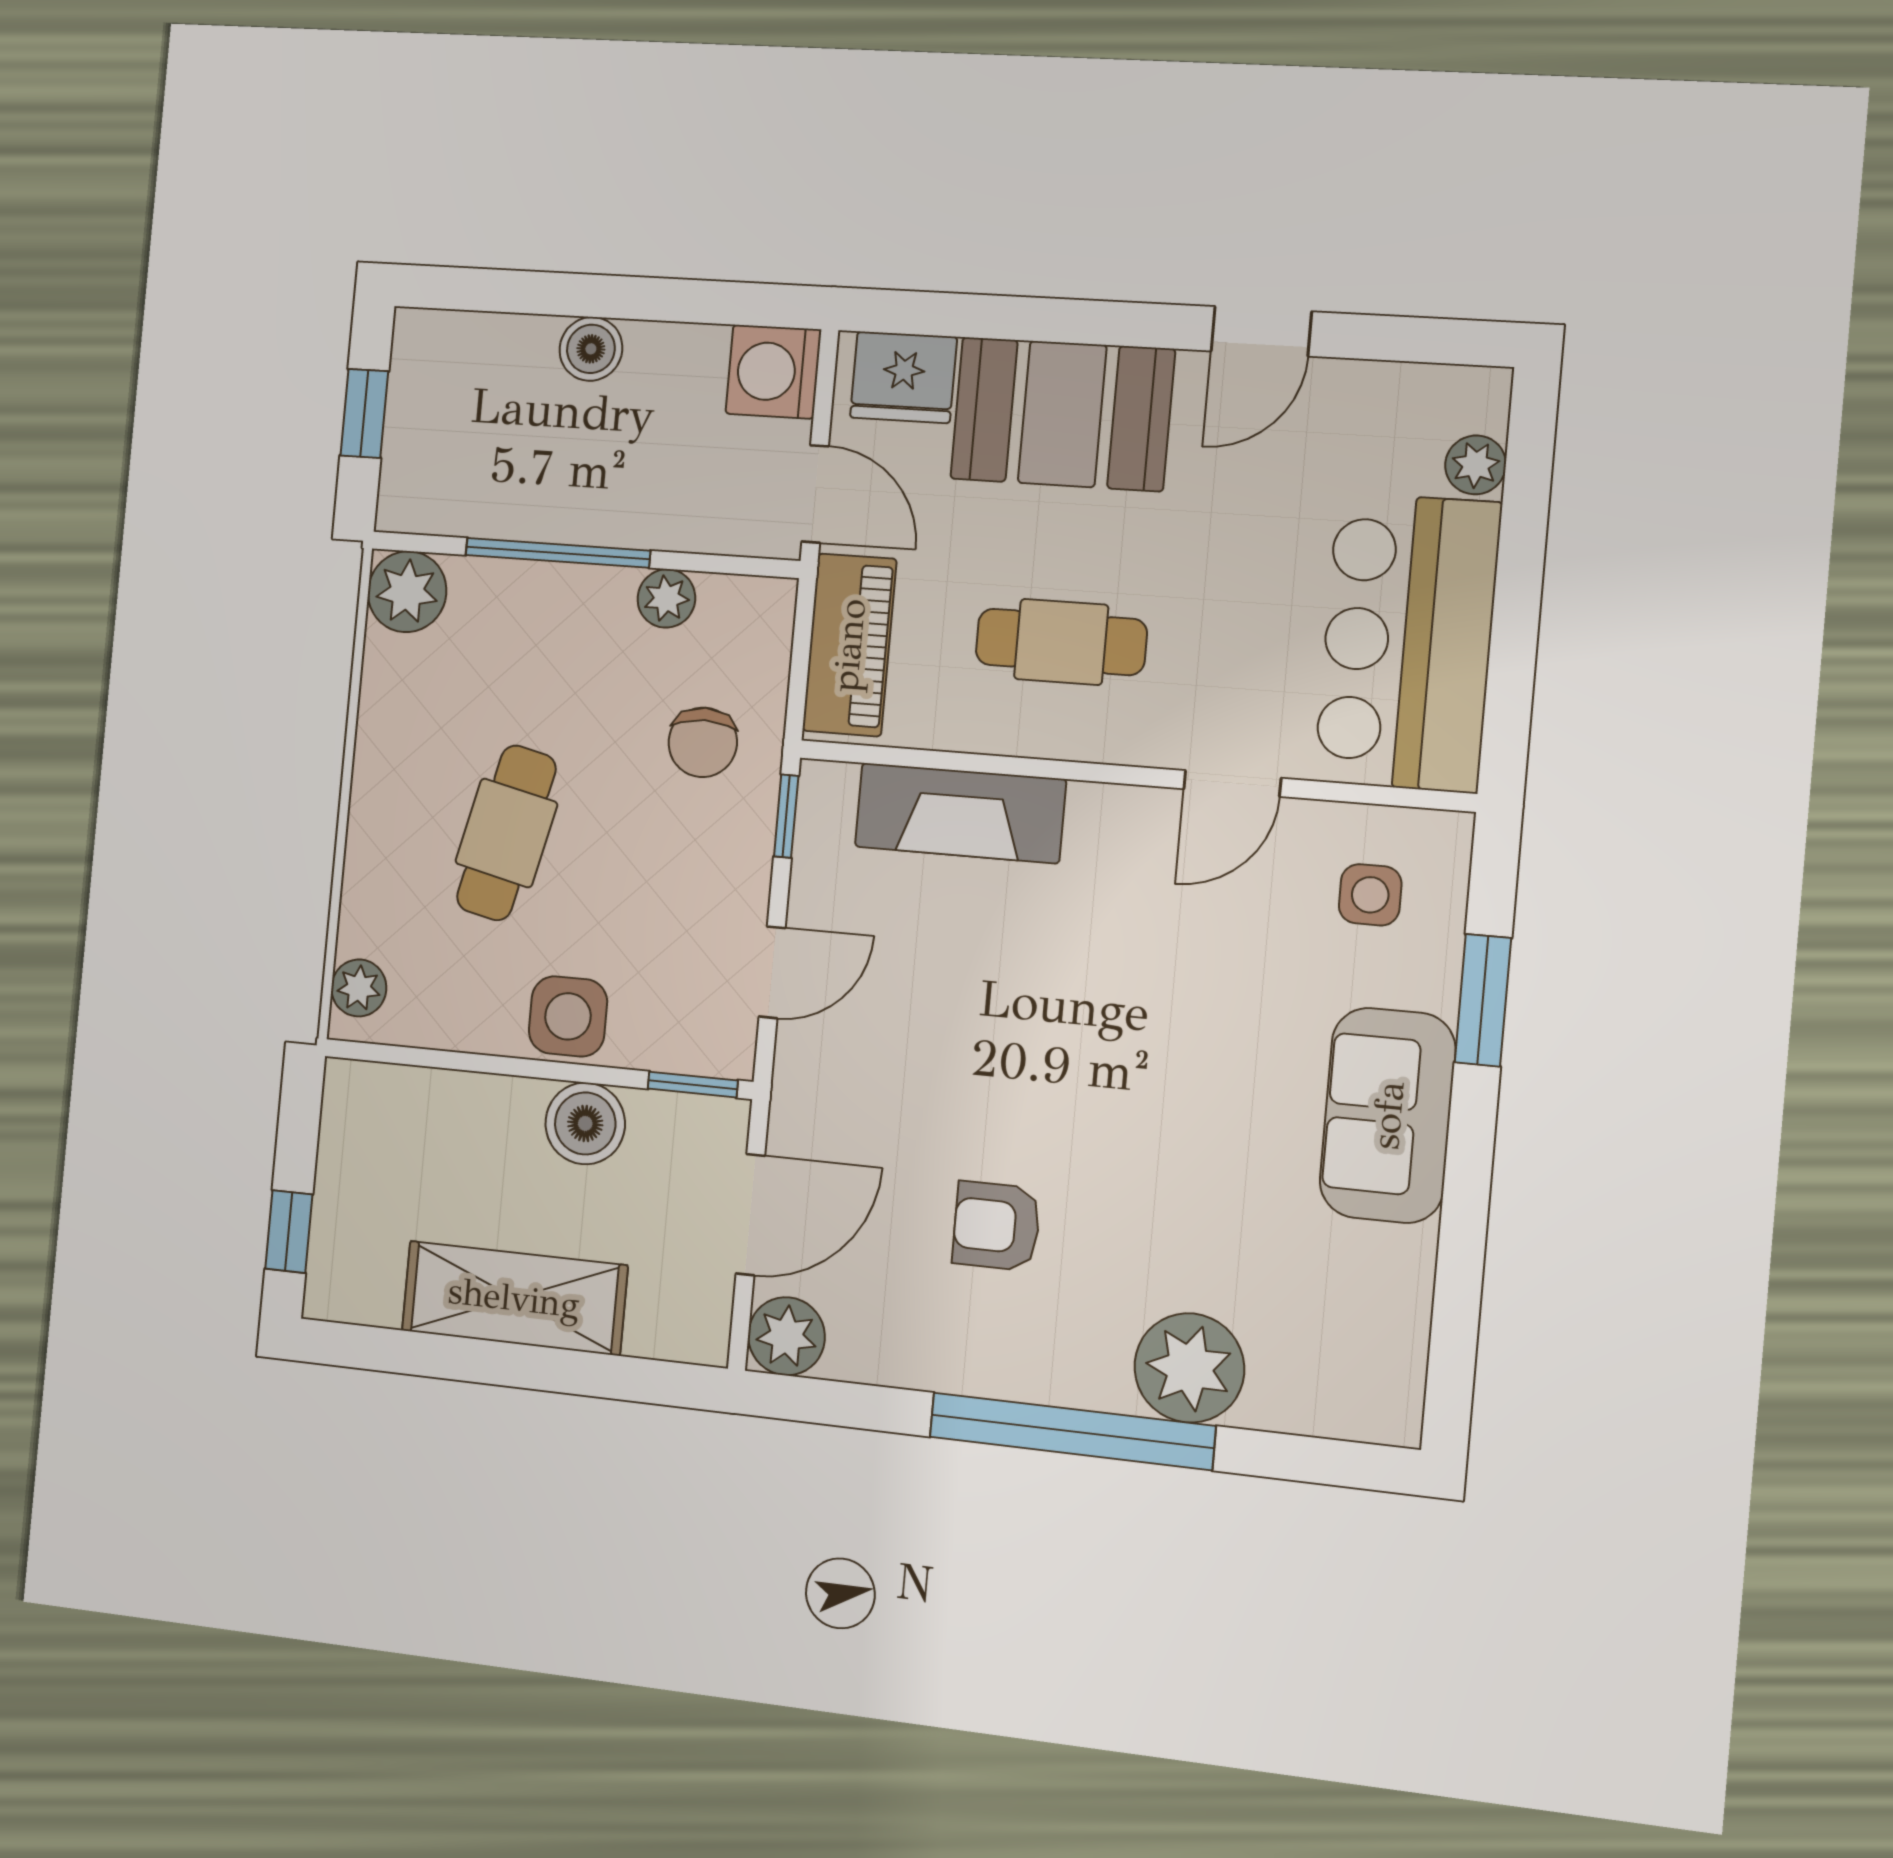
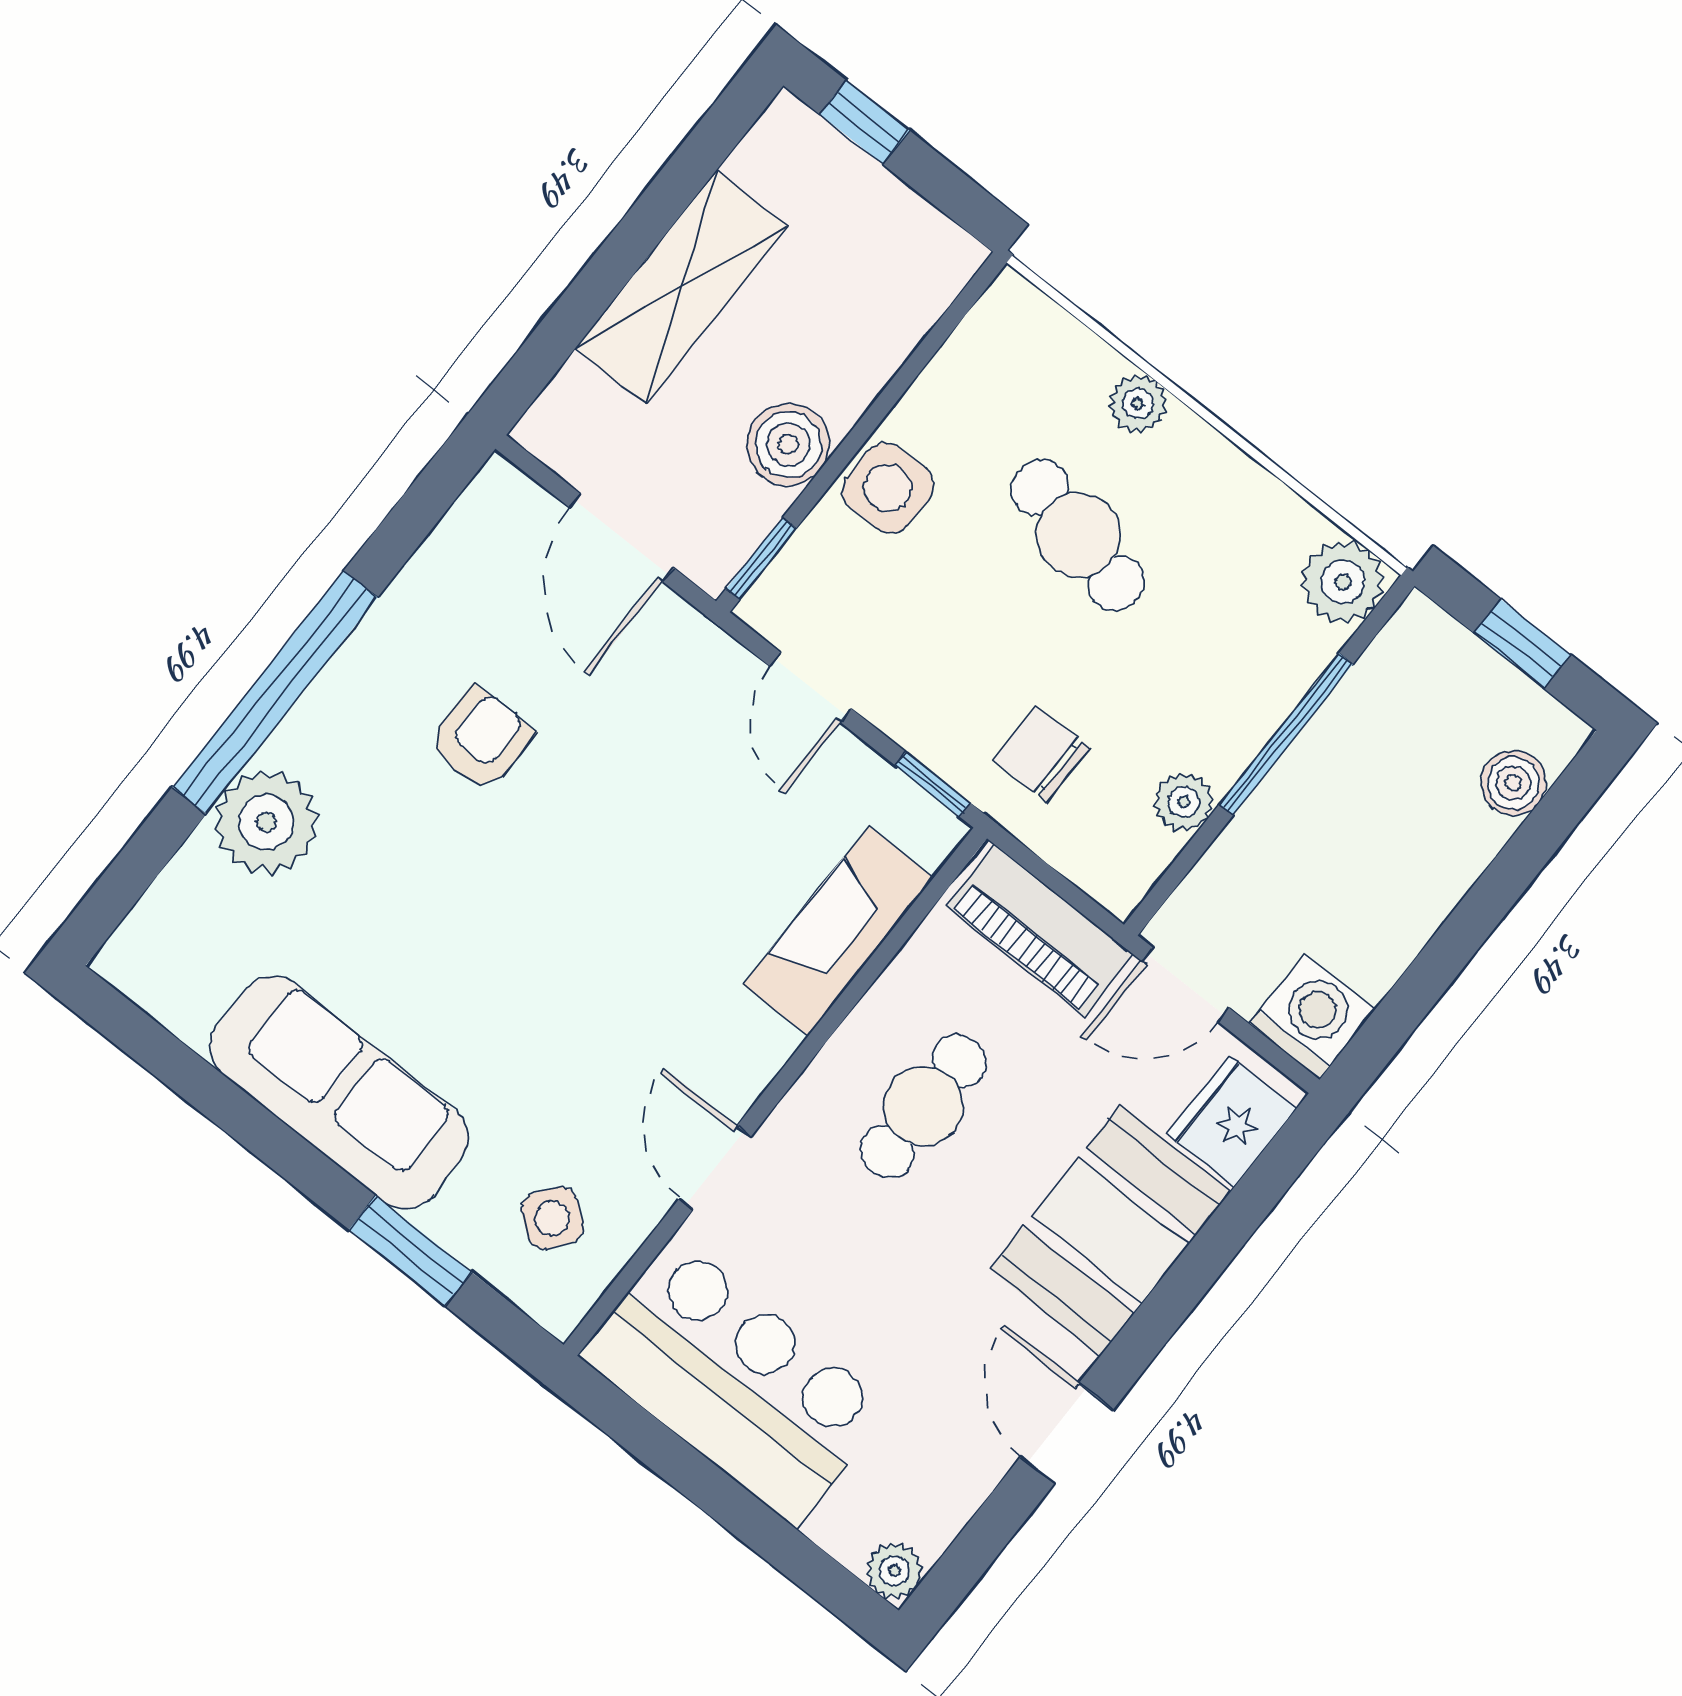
boiler: (591, 349) -> (1513, 783), moved
plant: (1476, 465) -> (894, 1571), moved
side table: (1370, 895) -> (552, 1218), turned 38
plant: (359, 988) -> (1138, 403), moved
sofa: (1388, 1115) -> (339, 1093), width x1.36
plant: (786, 1336) -> (502, 503), removed

